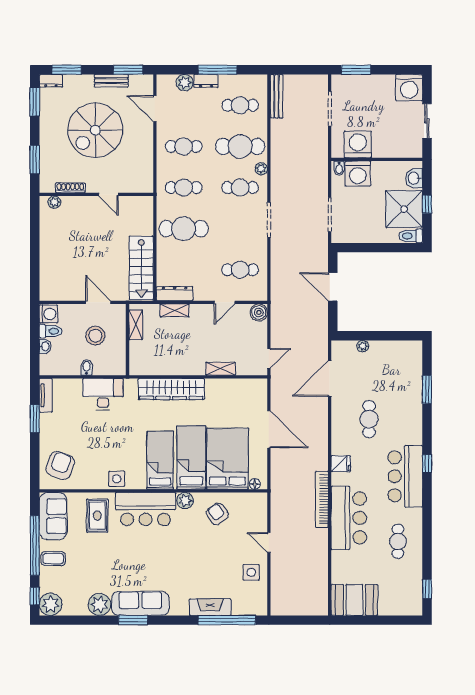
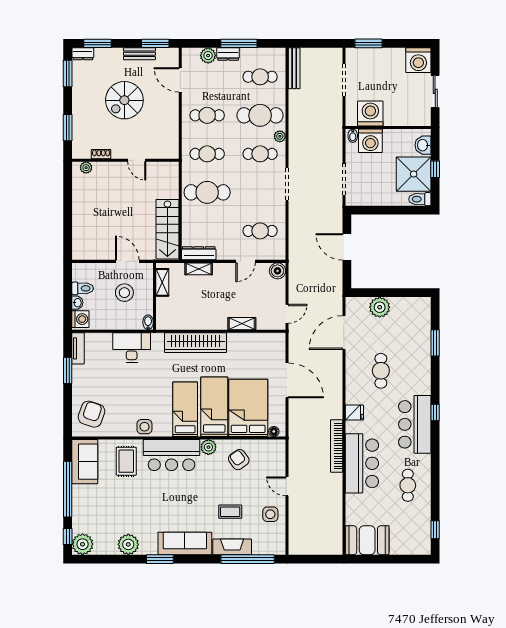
spiral stairs: (95, 130) -> (124, 100), width x0.73, depth x0.73
shoe rack: (70, 188) -> (101, 154), width x0.70
washing machine: (48, 314) -> (80, 319), moved
plant: (363, 346) -> (380, 307), width x1.88, depth x1.88
bidet: (86, 367) -> (148, 322), moved
coffee table: (53, 559) -> (230, 512), moved
sofa: (140, 603) -> (185, 543), moved

